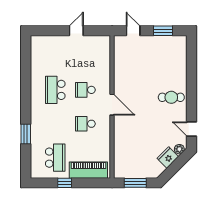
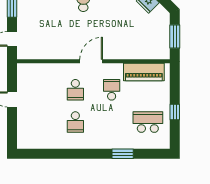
school desk: (55, 90) -> (75, 122), width x0.54
school desk: (85, 124) -> (112, 90), turned 180
piano: (88, 170) -> (144, 72), moved, turned -90

